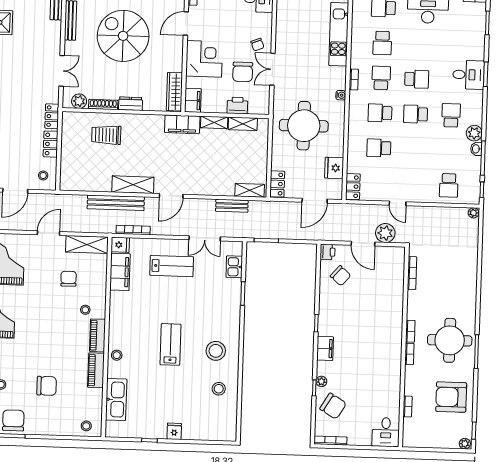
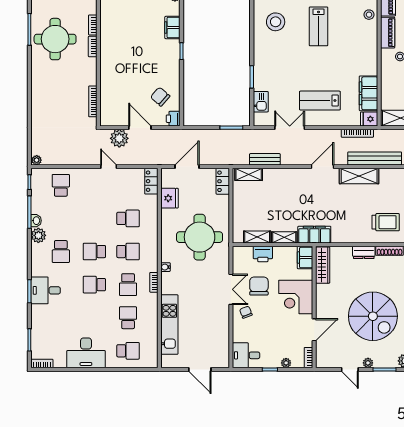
school desk: (416, 114) -> (94, 252), turned 180

